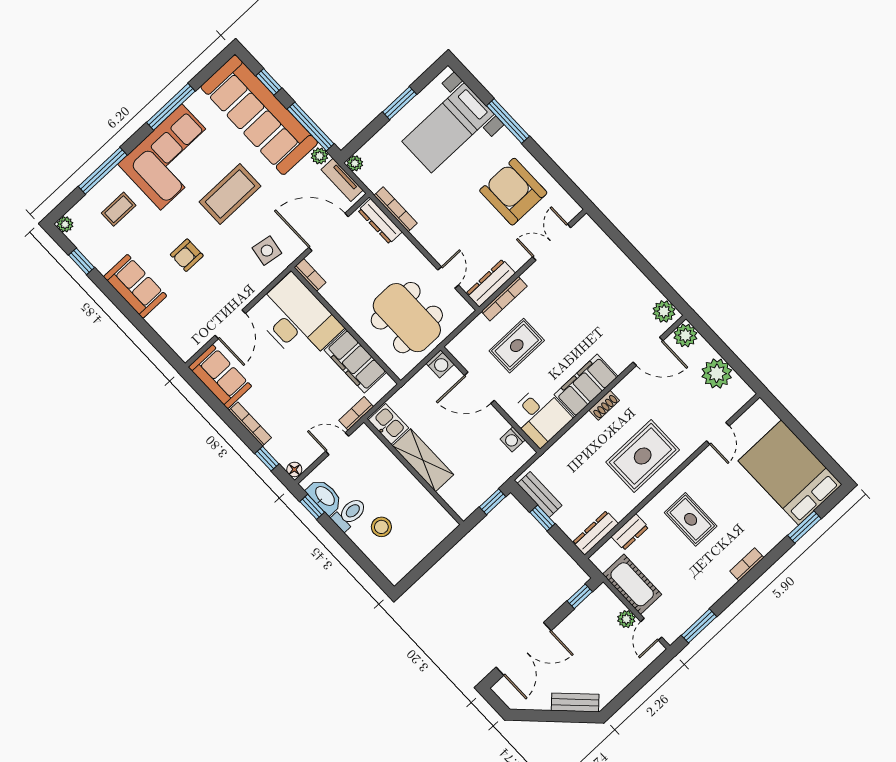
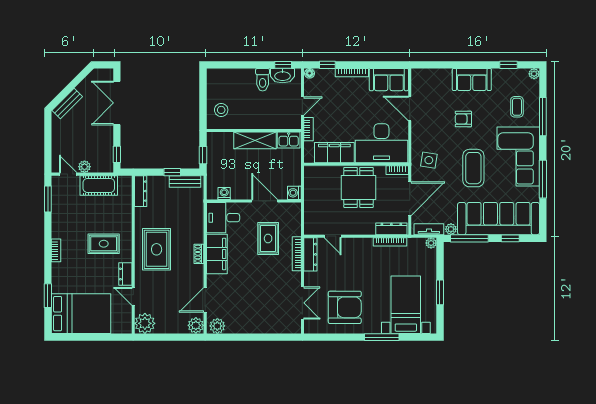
armchair: (187, 255) -> (463, 119), turned -90
dining table: (407, 318) -> (359, 187), moved, width x0.73
plant: (717, 373) -> (145, 323), moved
door: (479, 388) -> (265, 201), hinge flipped
stool: (381, 527) -> (221, 110), moved
dresser: (630, 532) -> (125, 274), moved

